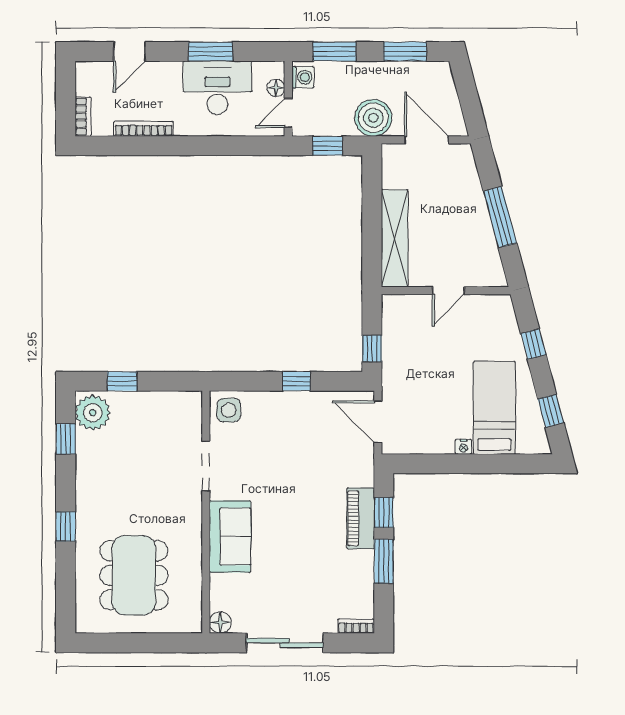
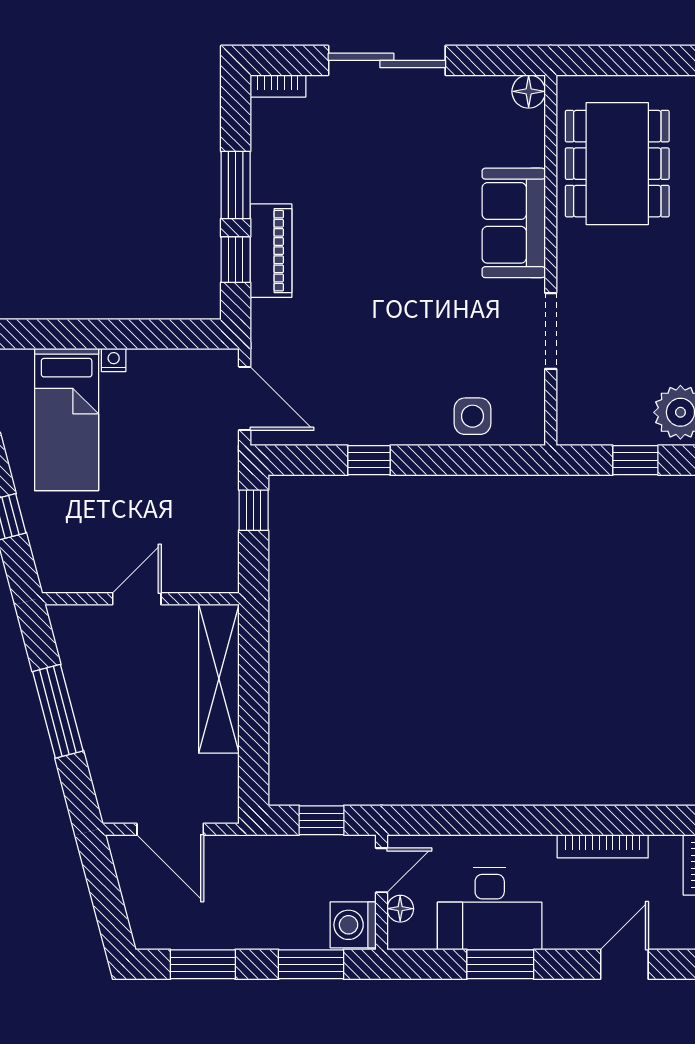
washing machine: (303, 77) -> (353, 925), width x1.38, depth x1.38
boiler: (373, 118) -> (252, 863), removed
doorway: (206, 466) -> (551, 331), moved
wall: (206, 512) -> (551, 260), moved
sofa: (230, 536) -> (514, 223), moved
floor lamp: (220, 623) -> (529, 91), moved

